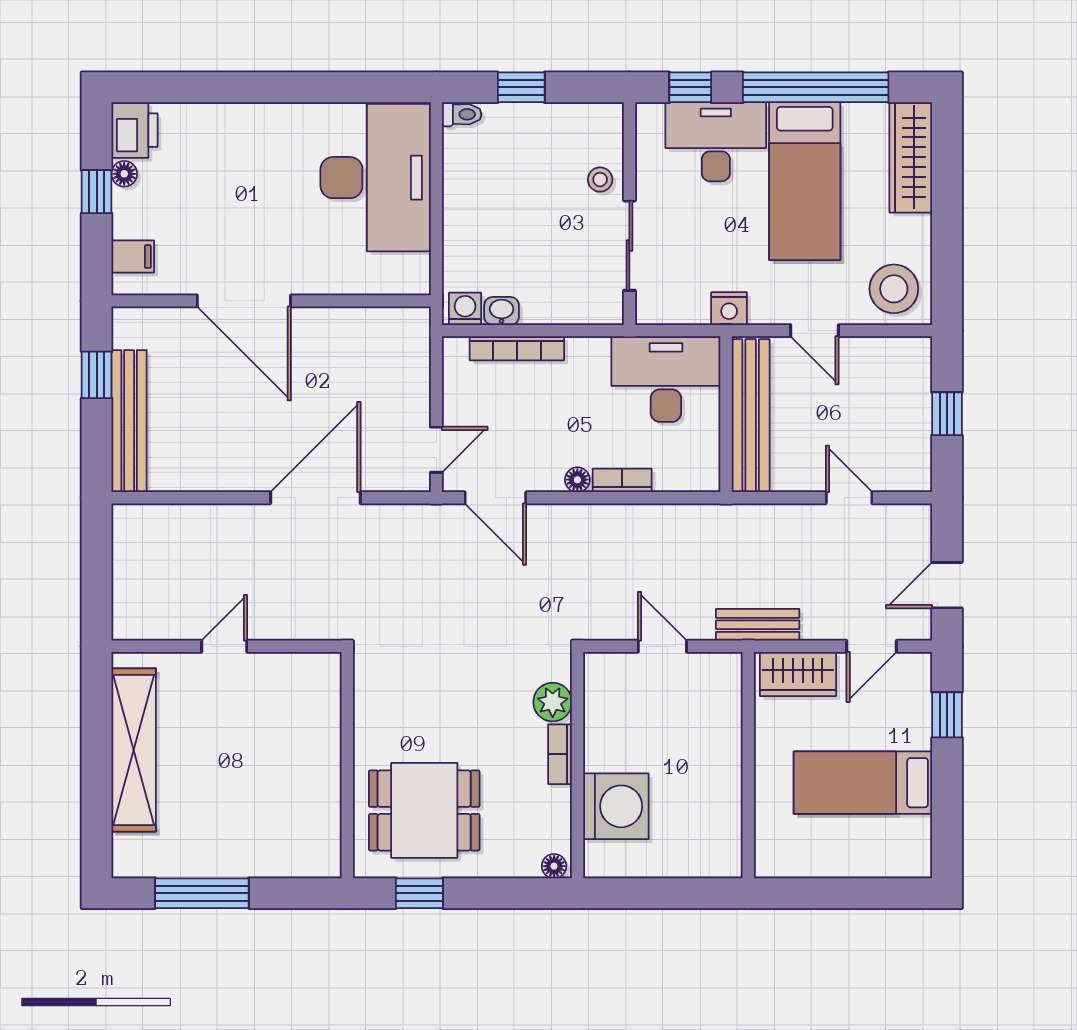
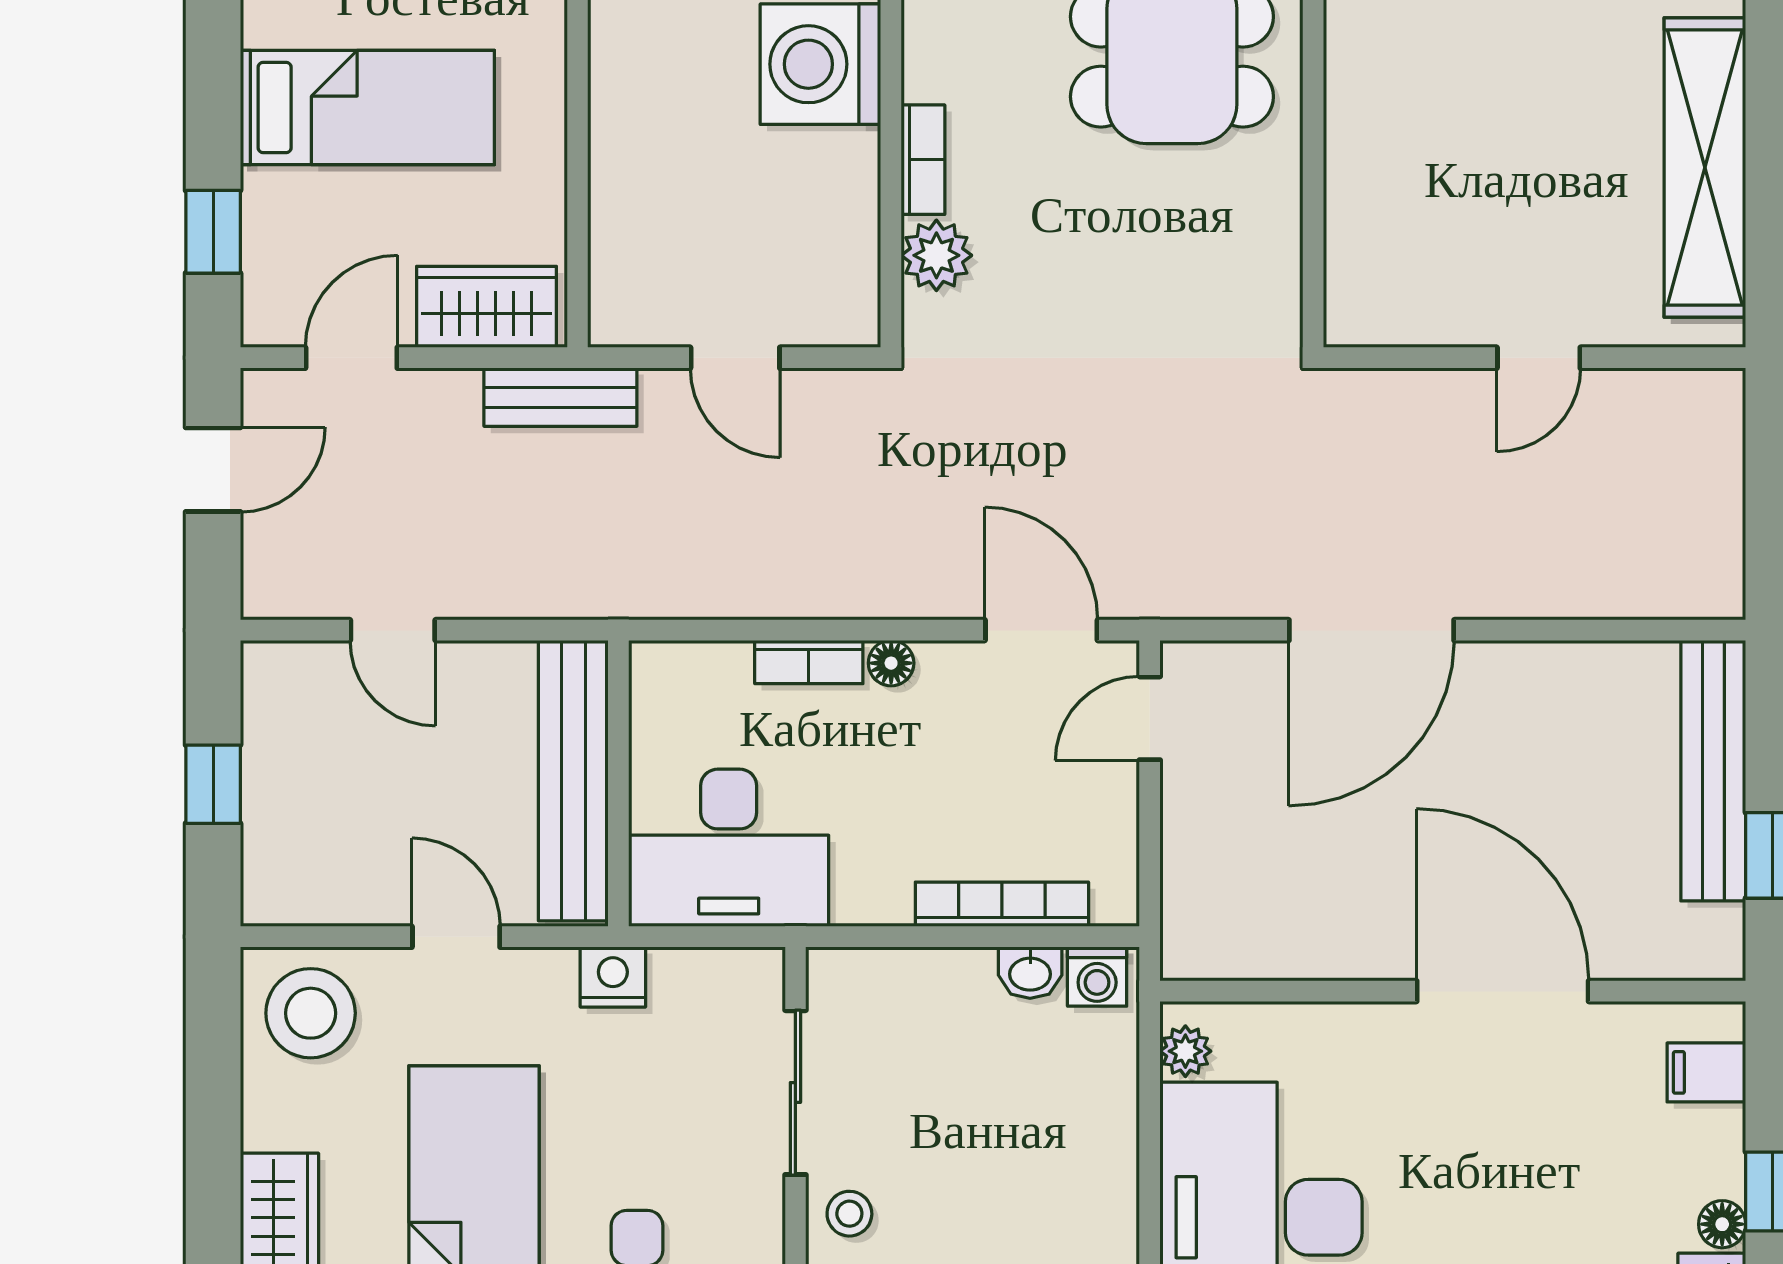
plant: (417, 268) -> (1185, 1051), added

